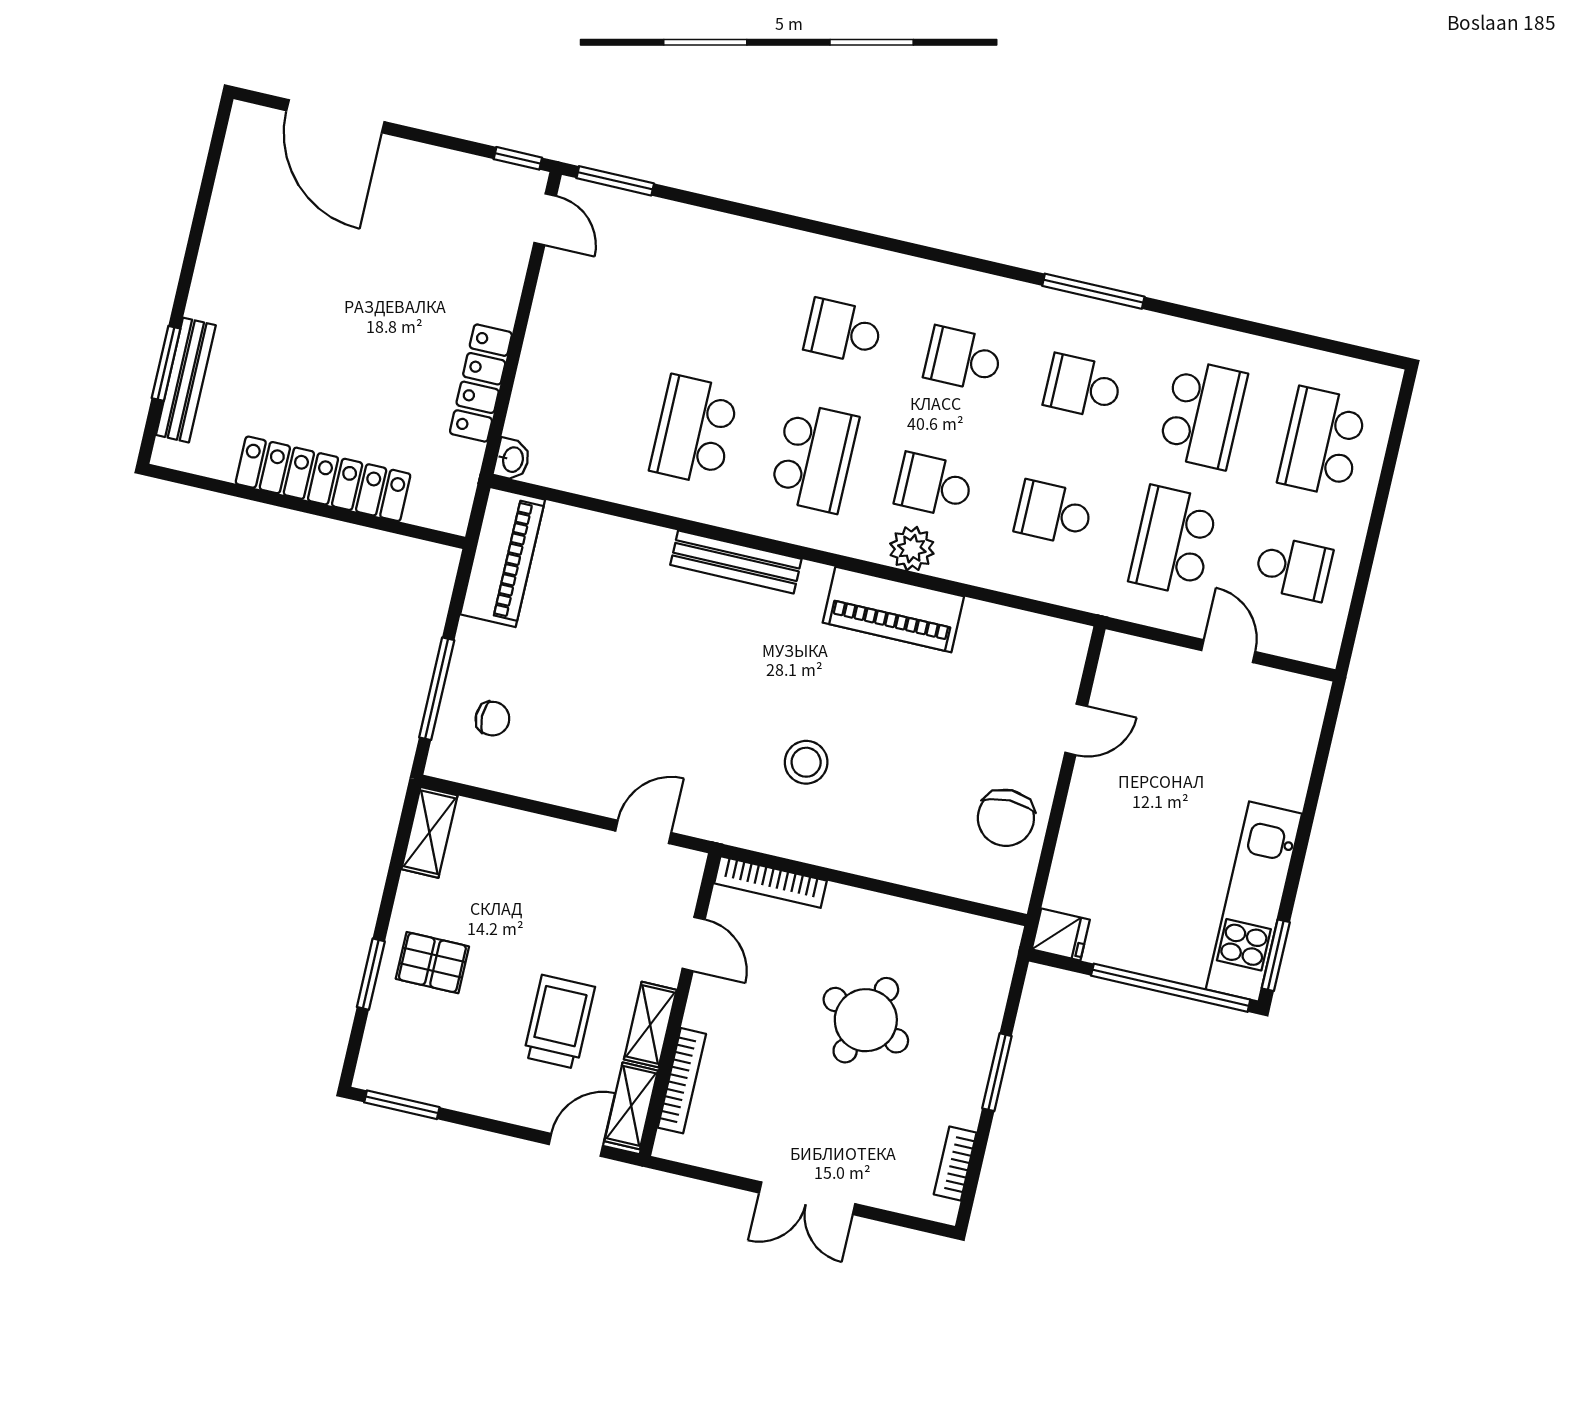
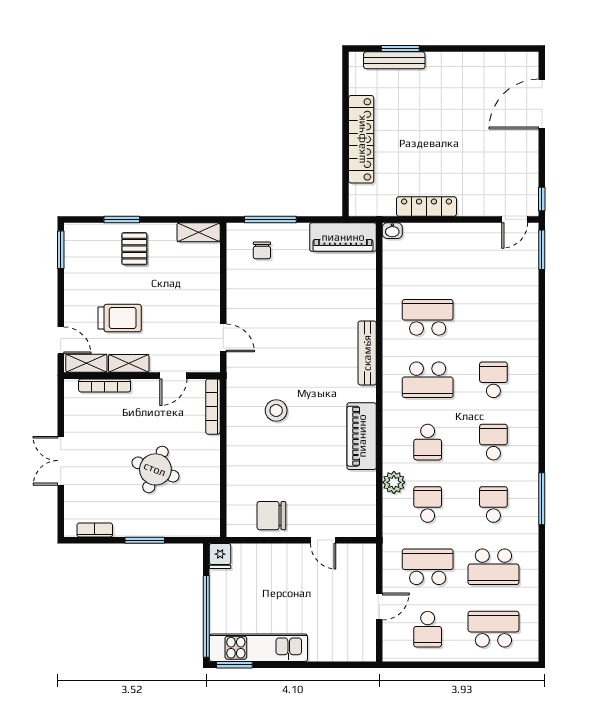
school desk: (934, 485) -> (428, 442), turned 180
plant: (912, 549) -> (394, 482), moved

